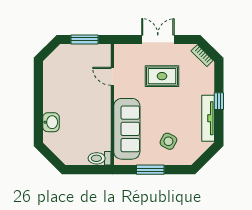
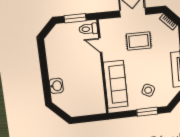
toilet: (100, 158) -> (88, 29), moved
window: (150, 170) -> (147, 112), moved

